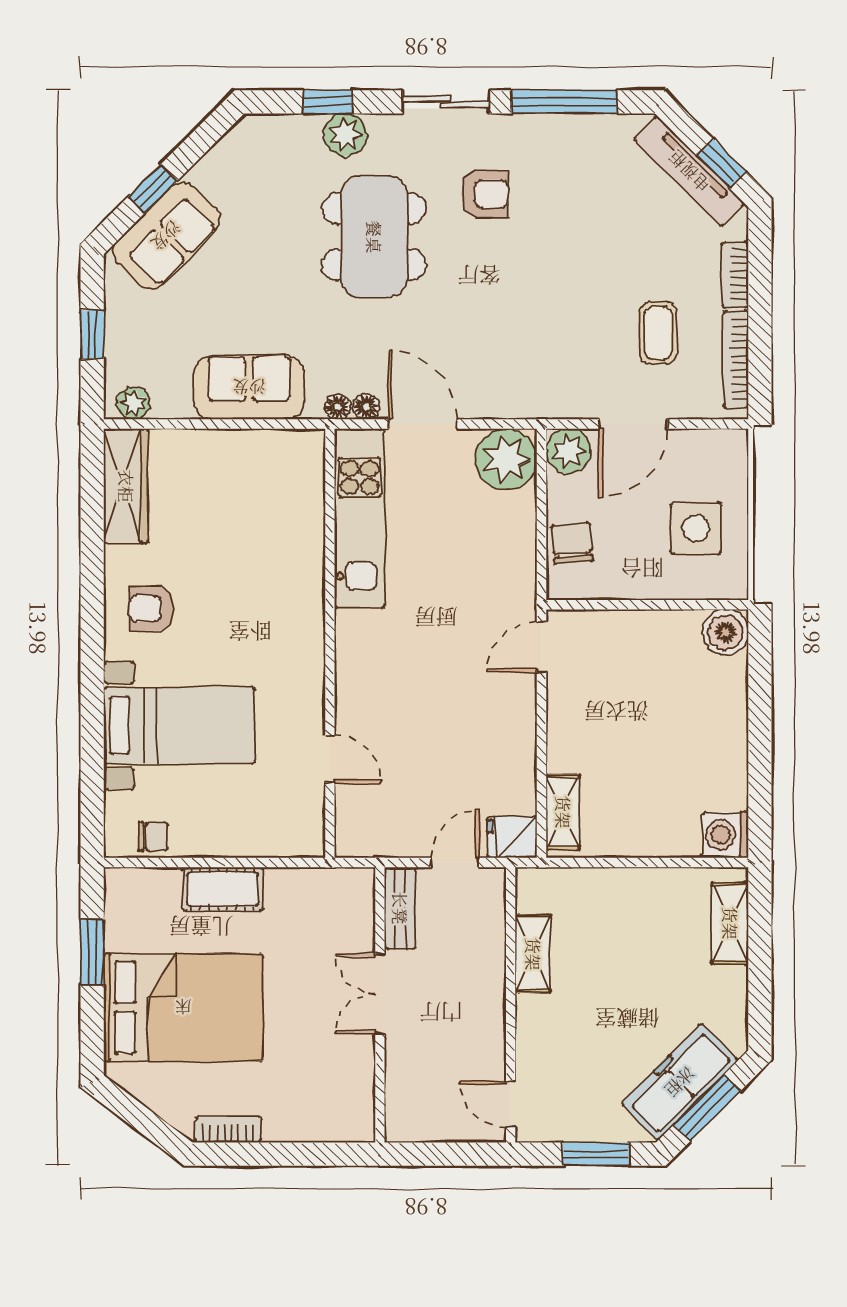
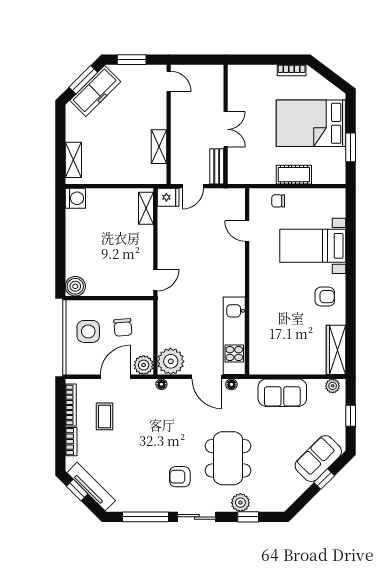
floor lamp: (337, 407) -> (161, 384), moved
chair: (572, 543) -> (123, 327), moved
chair: (153, 836) -> (278, 201), moved

